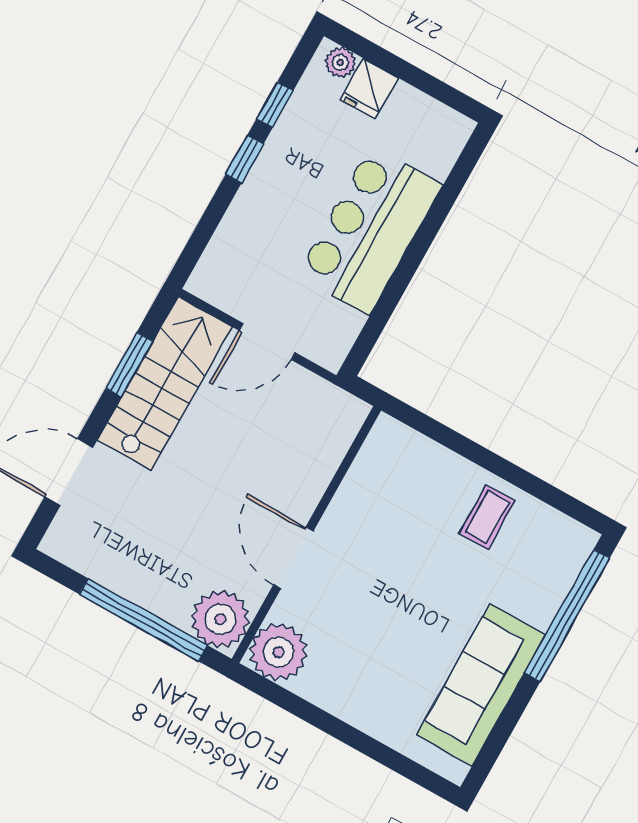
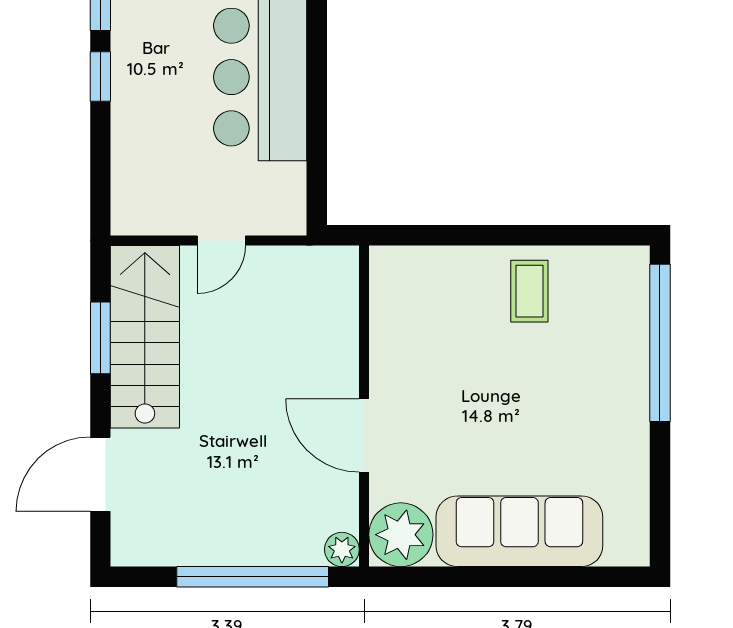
door: (267, 341) -> (221, 240), width x0.73
plant: (220, 619) -> (342, 549), width x0.53, depth x0.53
sofa: (481, 685) -> (519, 531), moved, turned 90

